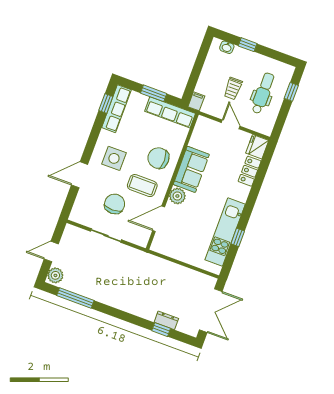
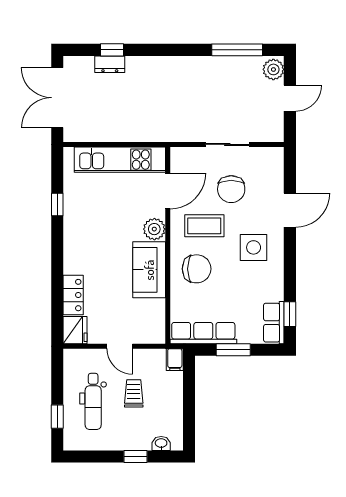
row of seats: (116, 109) -> (274, 323), width x0.68
kitchen unit: (225, 232) -> (120, 160), moved, turned 90

